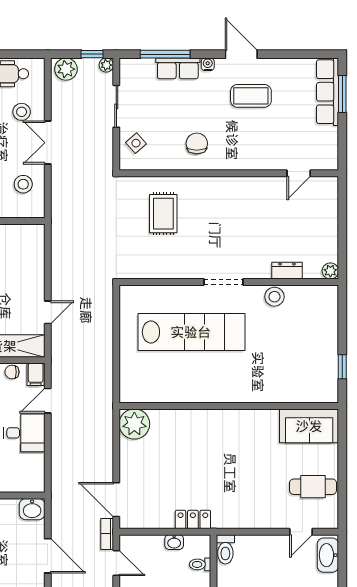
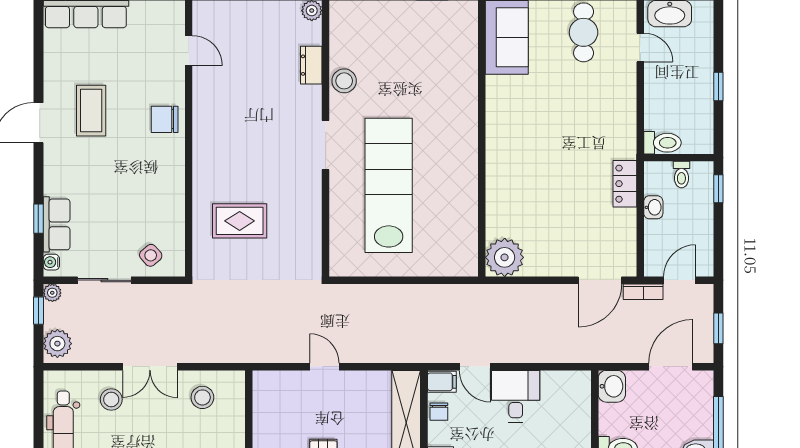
window: (165, 54) -> (38, 219), width x0.46
water cooler: (208, 64) -> (51, 262), moved
row of seats: (178, 68) -> (57, 224), moved
chair: (197, 143) -> (165, 119), moved
door: (48, 312) -> (324, 367), moved

